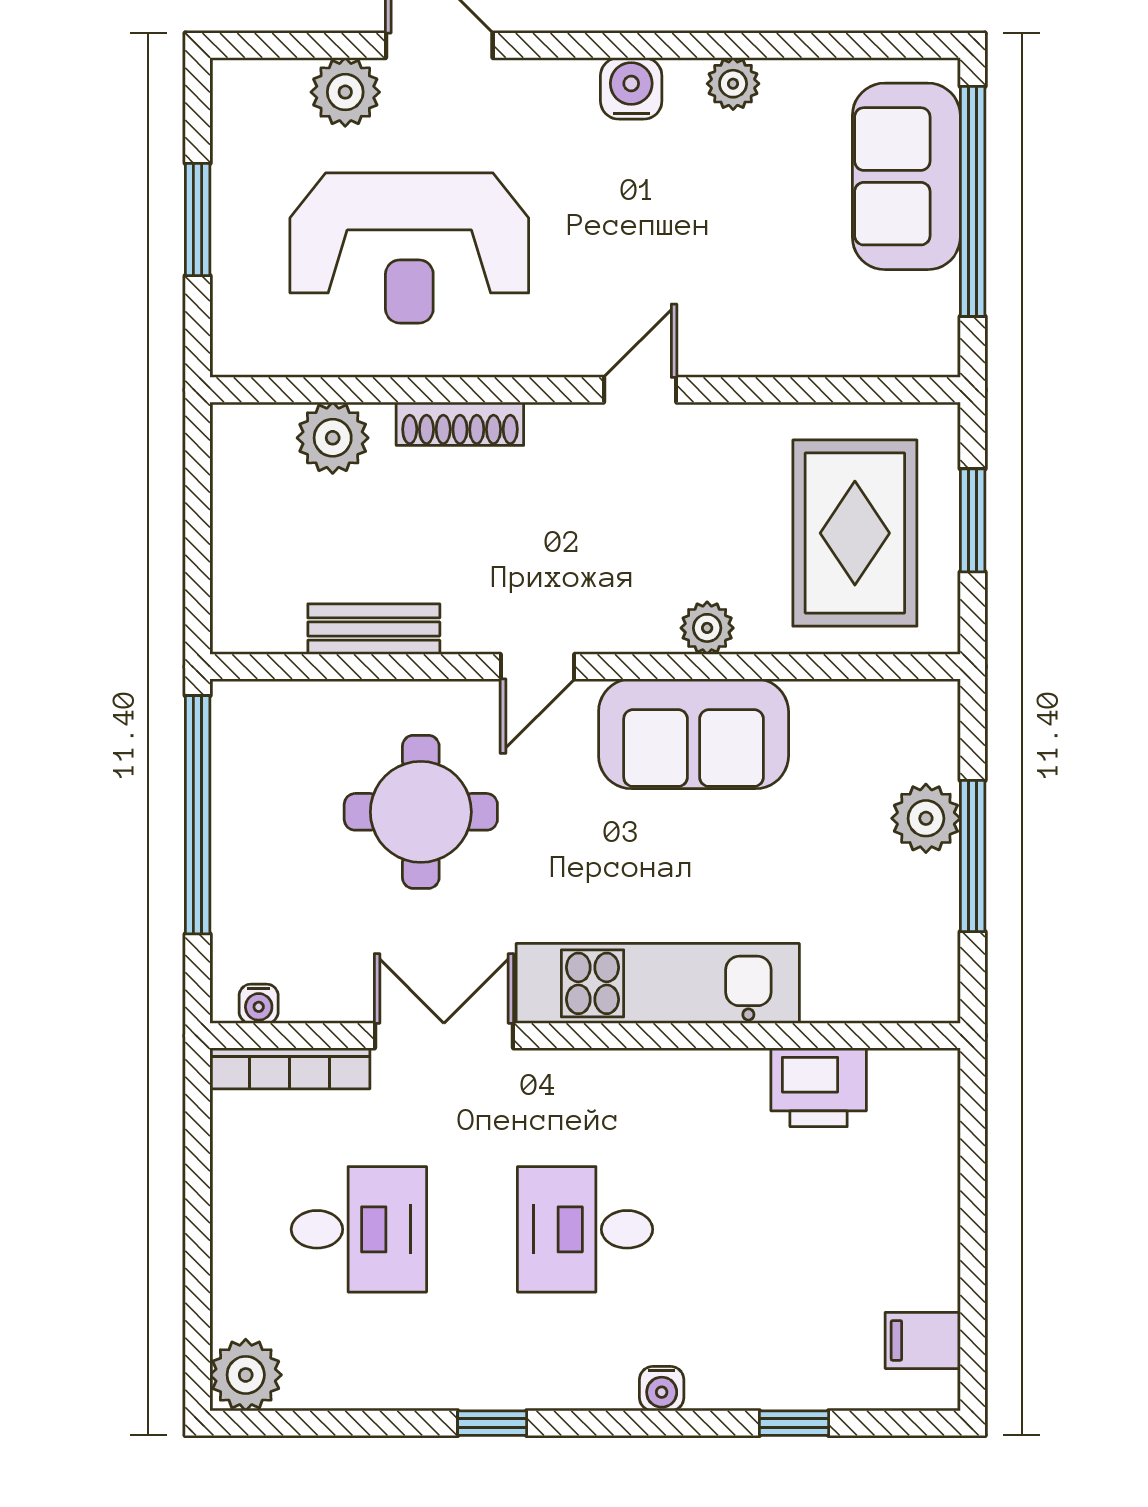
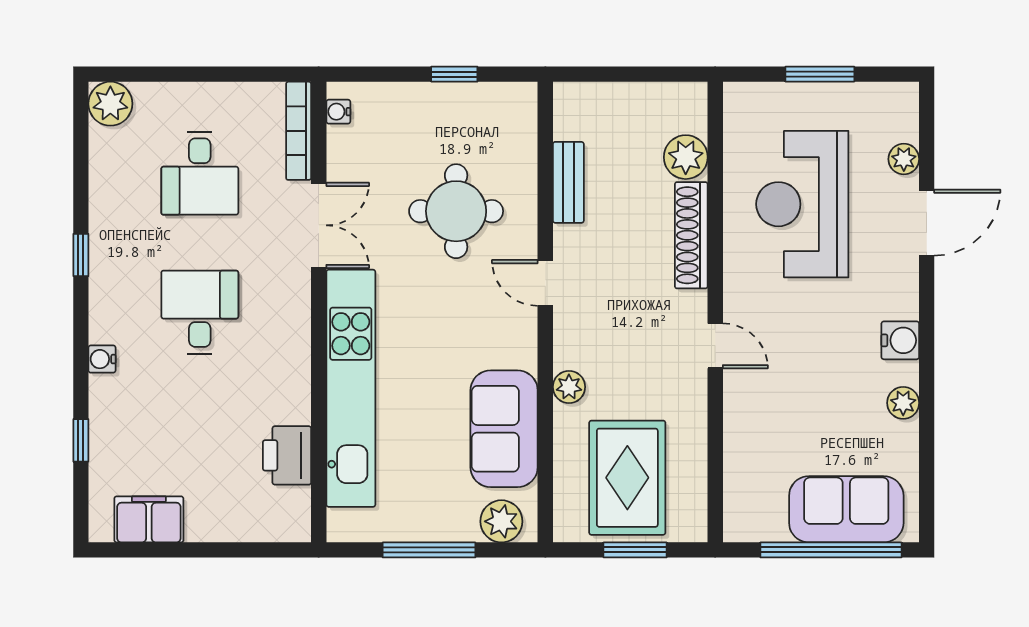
plant: (345, 92) -> (904, 159), width x0.73, depth x0.73
shoe rack: (460, 424) -> (691, 235), width x1.36, depth x1.24
rug: (855, 533) -> (627, 478), turned 90
sofa: (694, 734) -> (504, 429), moved
window: (198, 815) -> (454, 74), width x0.32
plant: (926, 818) -> (501, 521), moved
kitchen unit: (658, 983) -> (351, 388), width x1.36
filing cabinet: (923, 1340) -> (149, 519), width x2.00

